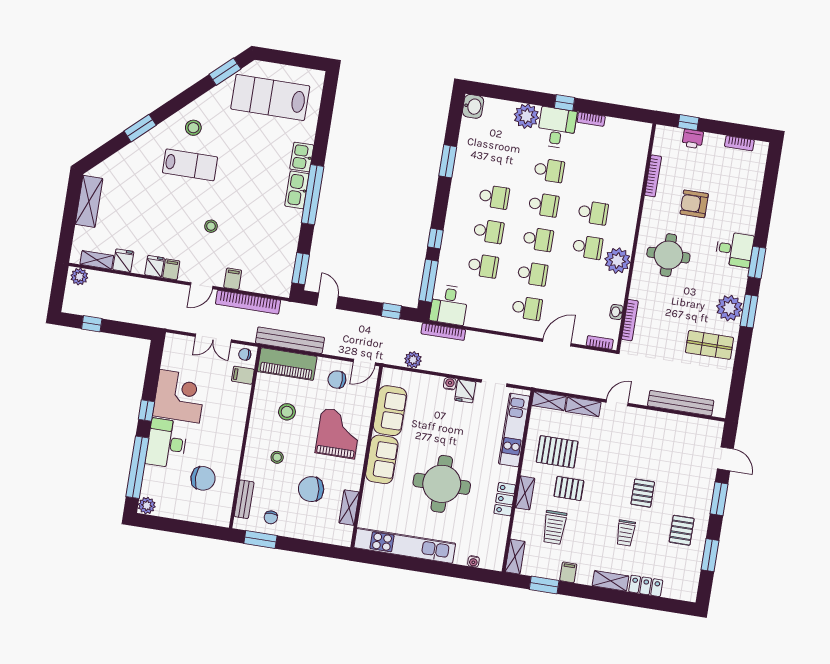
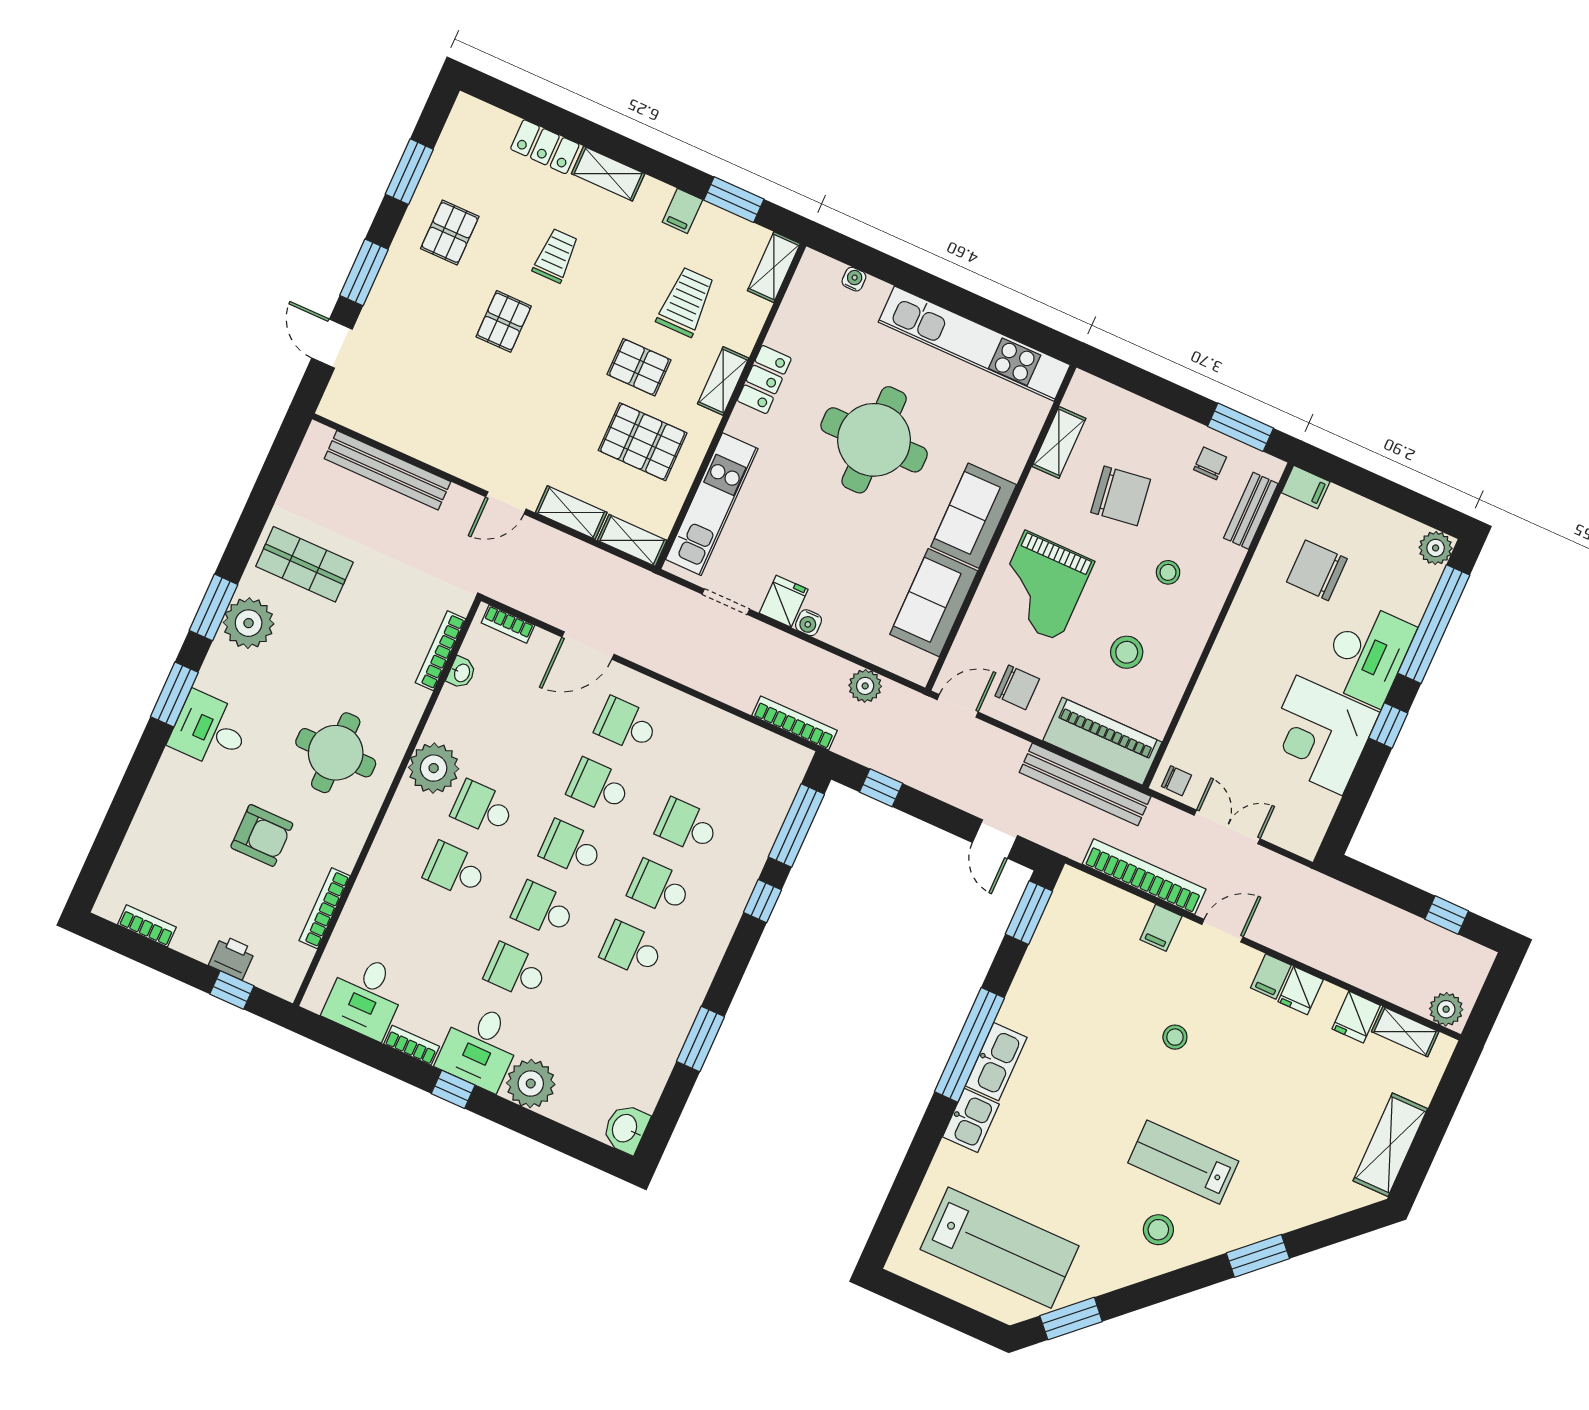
desk: (449, 305) -> (366, 996), moved, turned 180
filing cabinet: (243, 375) -> (1306, 487), moved

